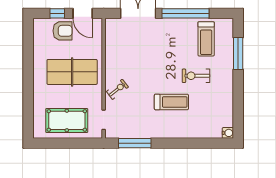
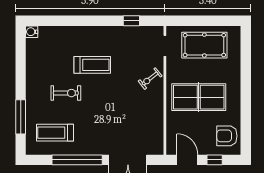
armchair: (63, 31) -> (227, 136), moved
treadmill: (206, 39) -> (55, 133), turned -90
treadmill: (171, 102) -> (92, 65), turned 180
window: (135, 143) -> (131, 21), width x0.46

